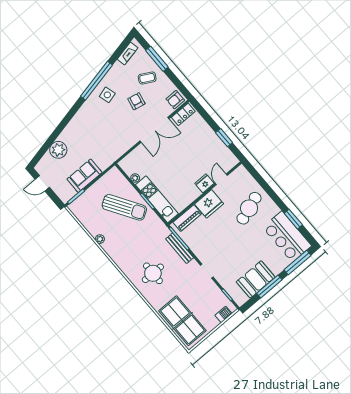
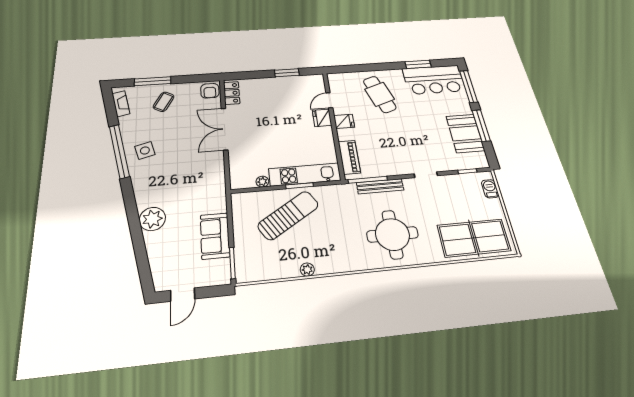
armchair: (136, 101) -> (178, 127), removed
double door: (154, 130) -> (225, 129), swing flipped
plant: (58, 150) -> (152, 219), moved
door: (221, 179) -> (329, 100), hinge flipped
fridge: (209, 204) -> (344, 121), width x0.53, depth x0.75
round table: (153, 273) -> (392, 234), width x1.36, depth x1.36

